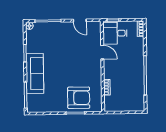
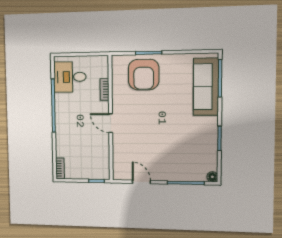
desk: (115, 33) -> (70, 77), moved, turned 180
door: (102, 52) -> (111, 123), moved
sofa: (35, 74) -> (206, 87), moved
armchair: (79, 98) -> (144, 75), turned -90

